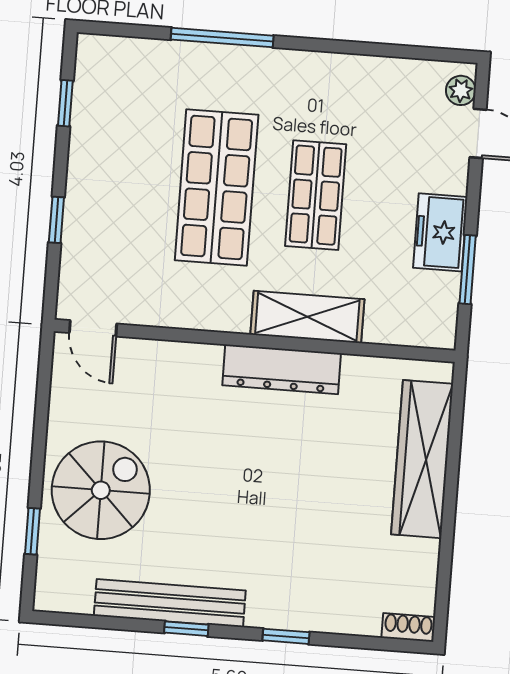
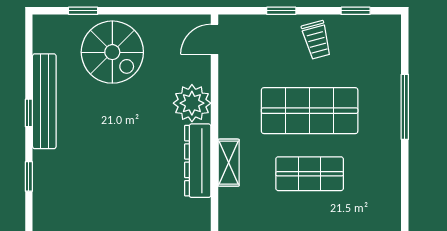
trolley: (106, 168) -> (317, 40), added
shelving: (307, 317) -> (229, 163), width x0.67, depth x0.75
plant: (191, 371) -> (192, 103), added

